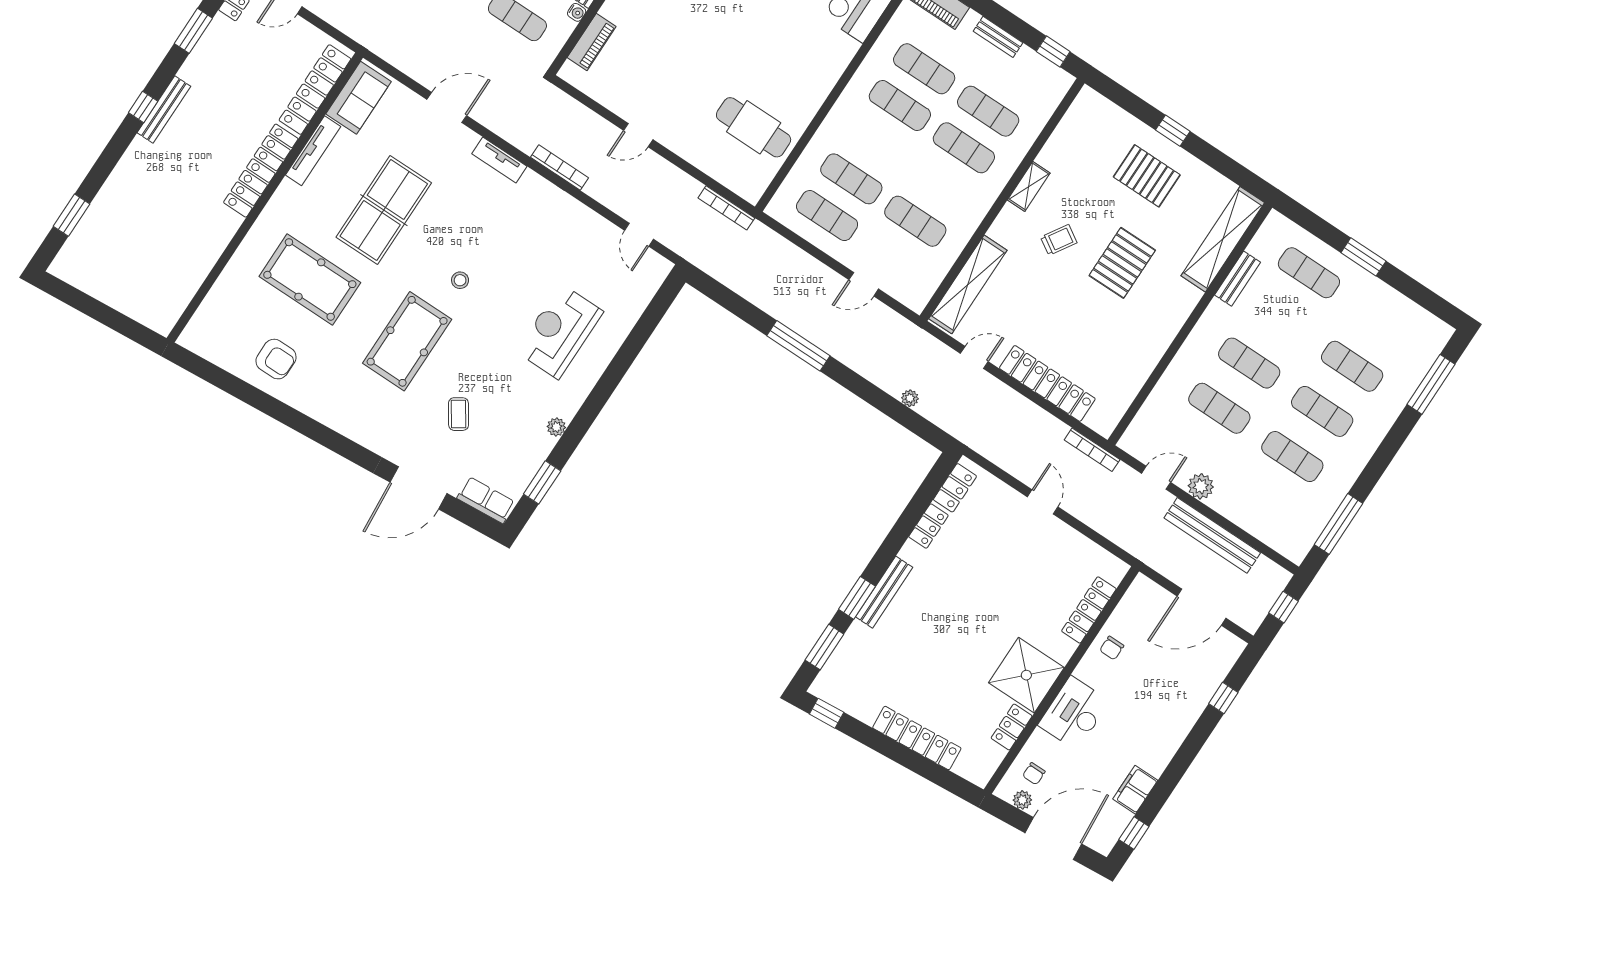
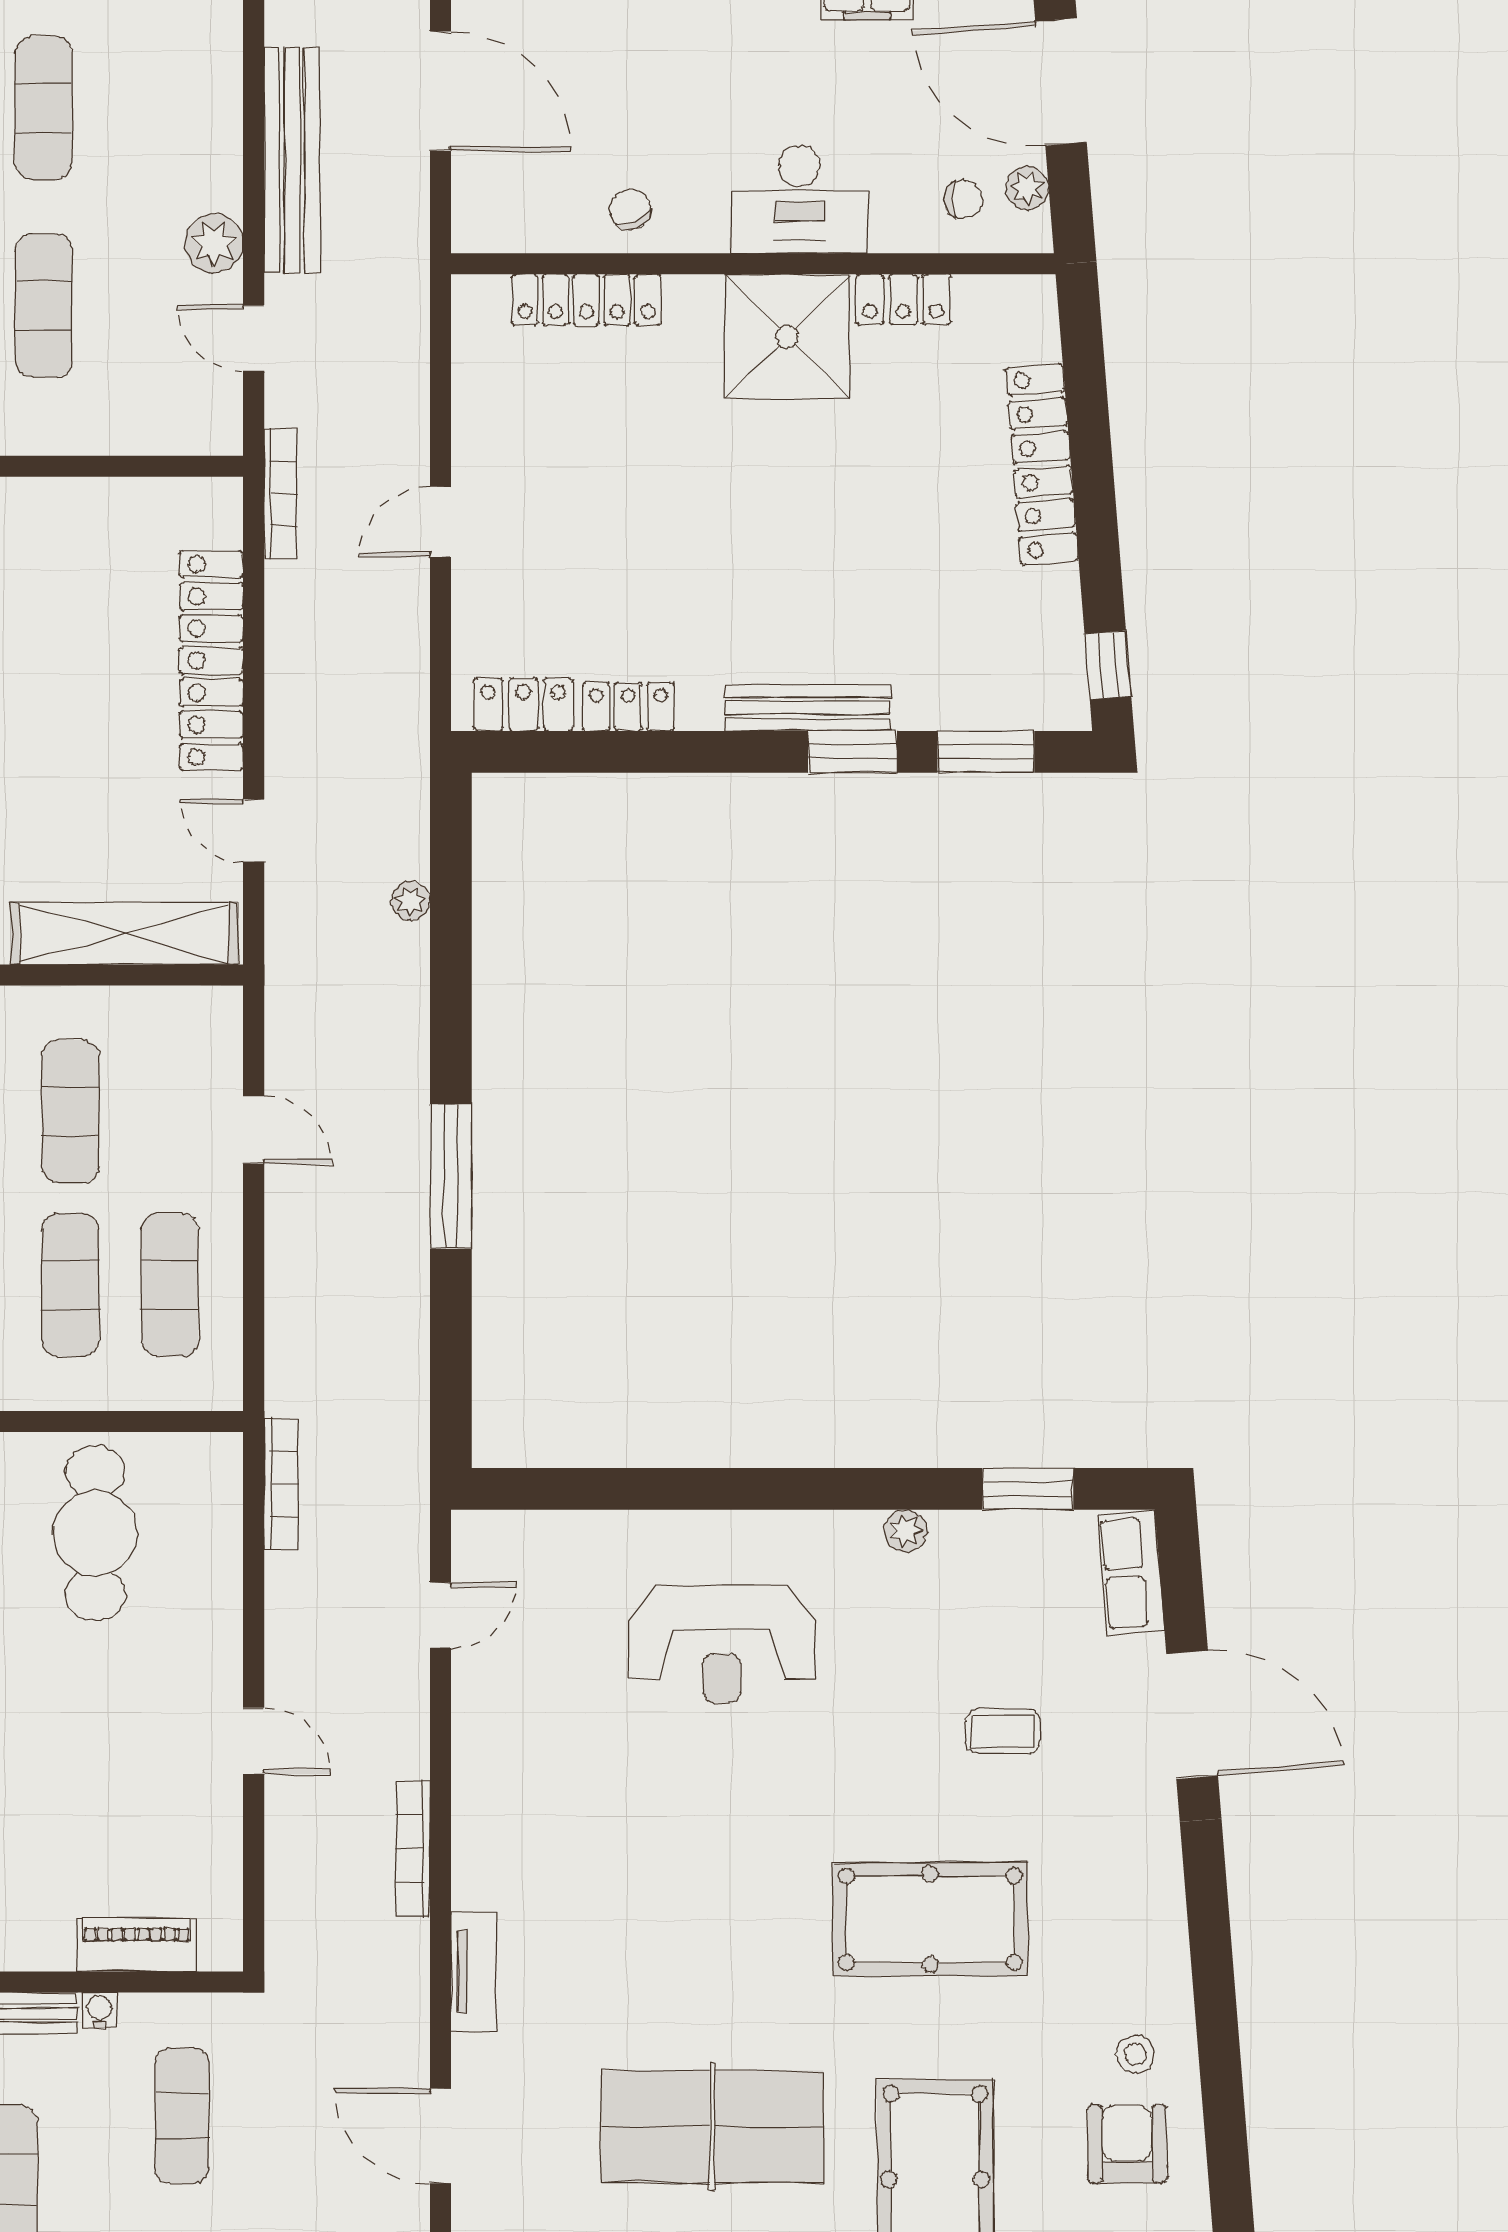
stool: (460, 280) -> (1135, 2054), moved
coffee table: (459, 414) -> (1003, 1732), turned 34
chair: (1112, 648) -> (630, 209), turned -114

